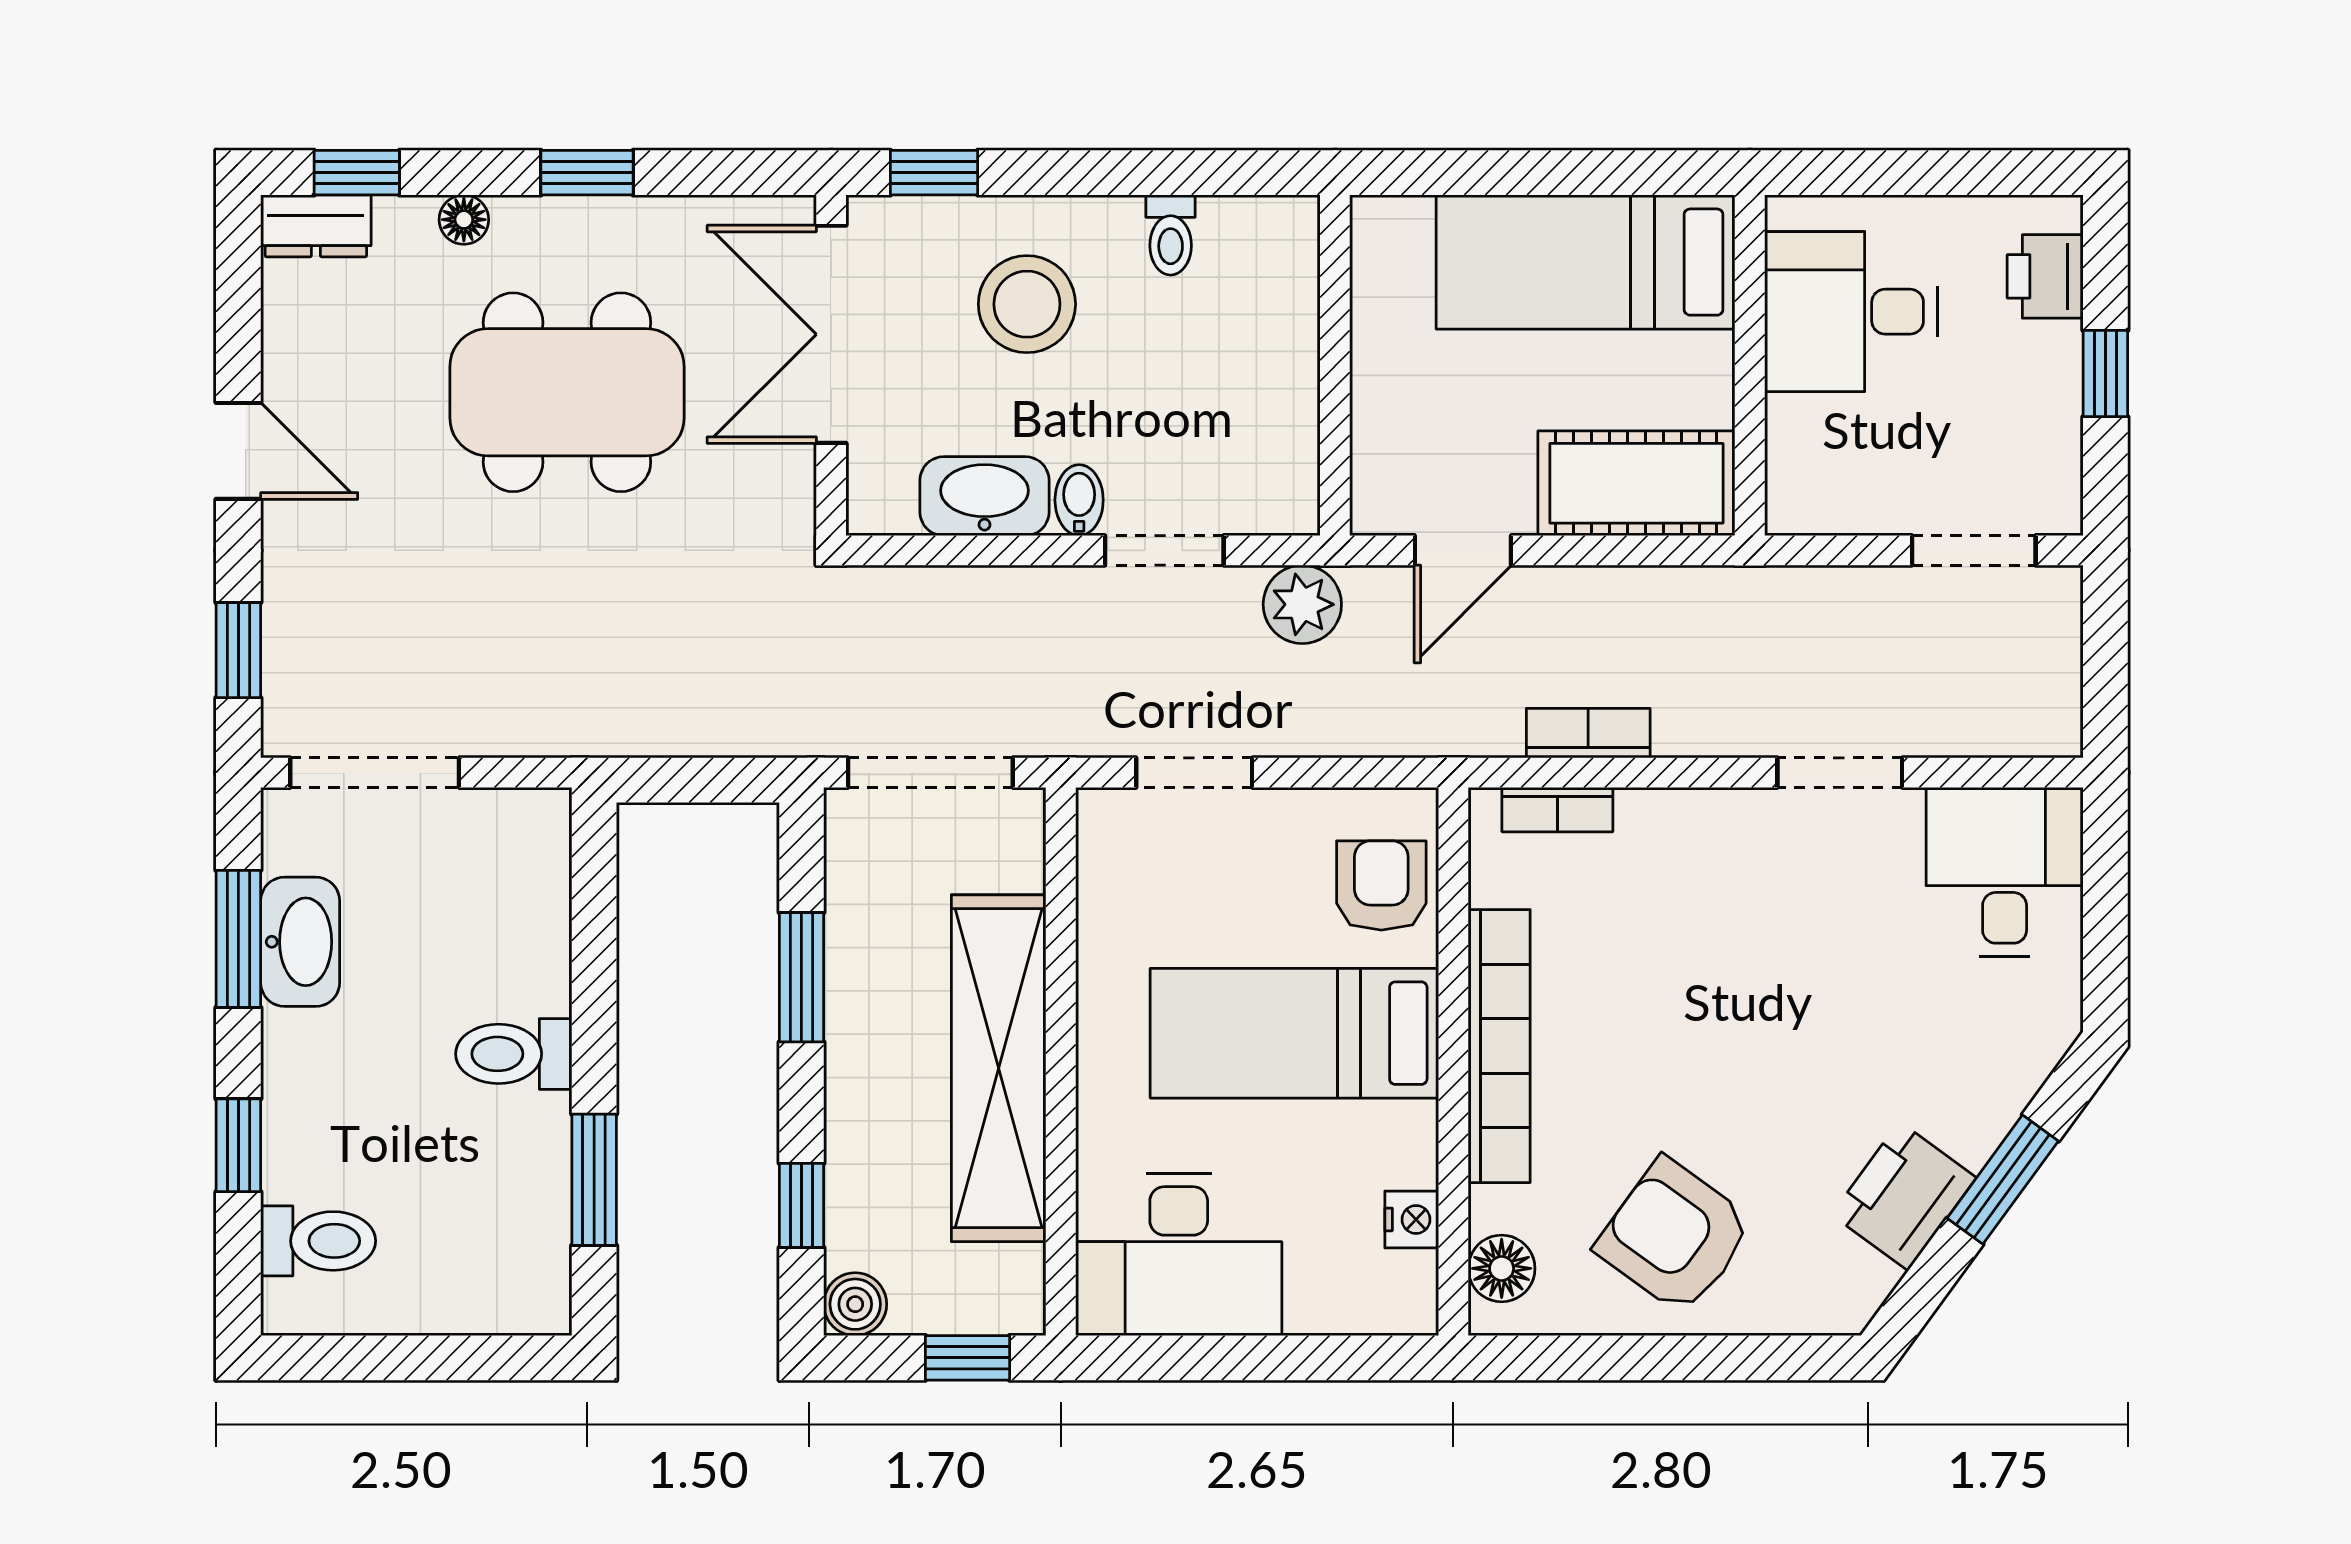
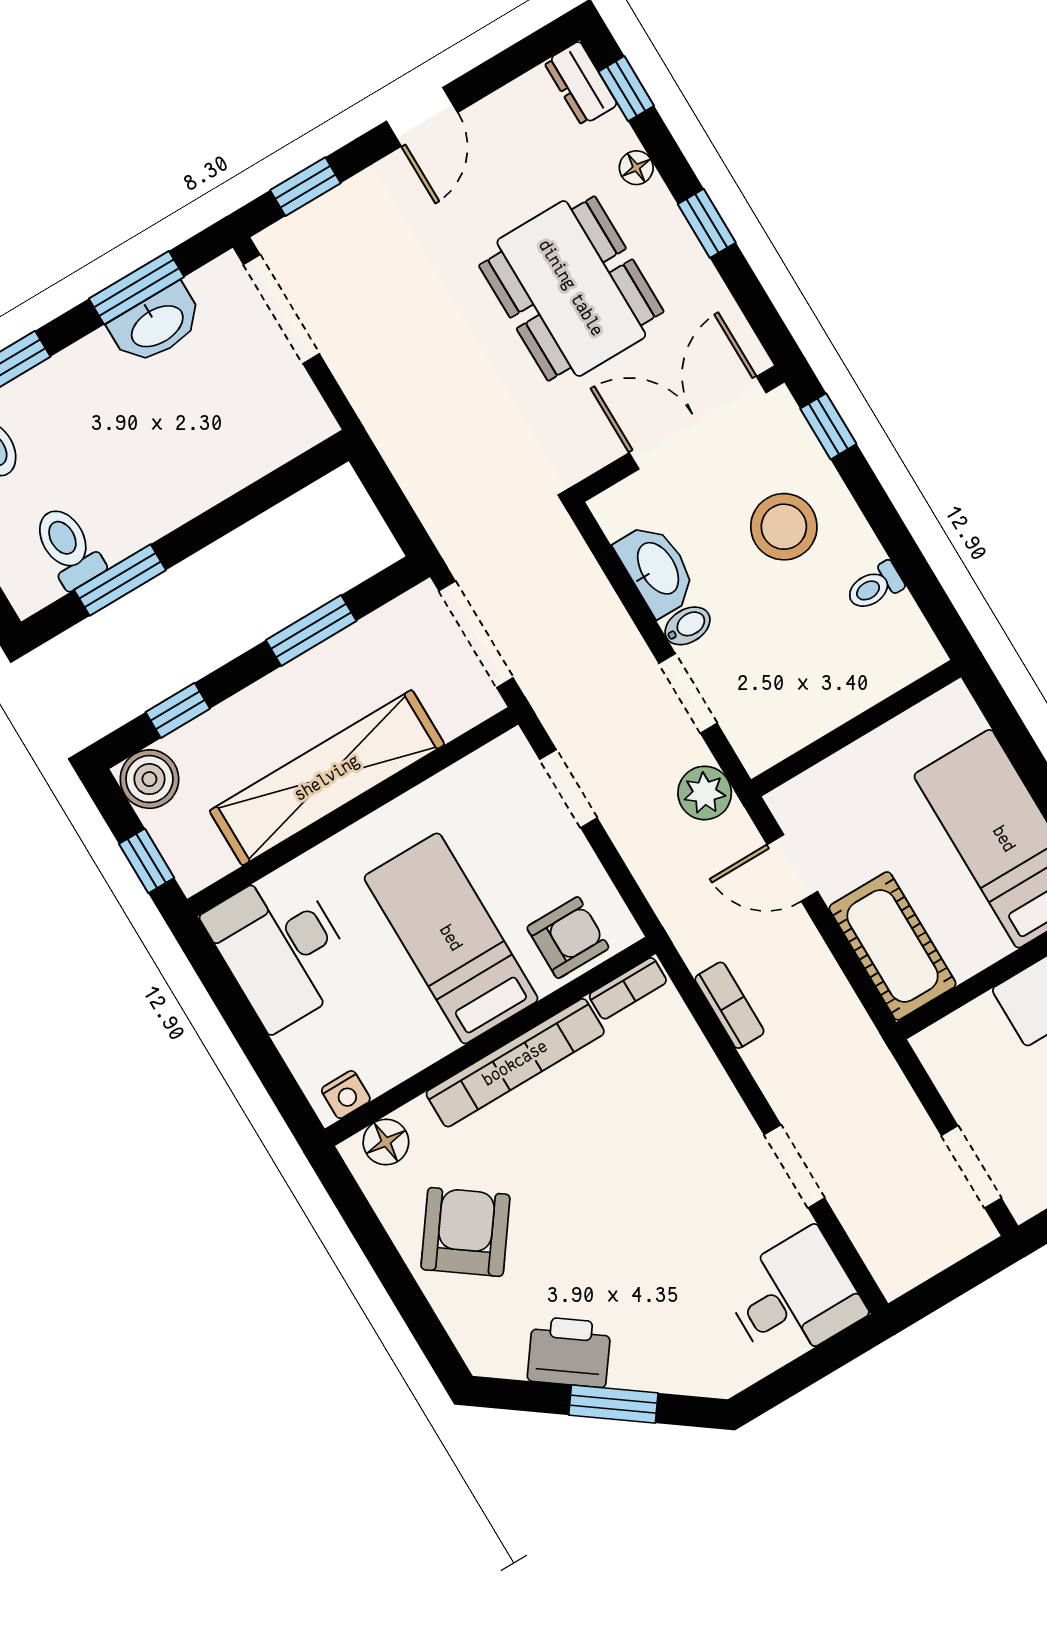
bookcase: (1557, 810) -> (628, 988), moved, turned -90
toilet: (514, 1054) -> (68, 547), moved
nightstand: (1412, 1219) -> (346, 1095), moved
boiler: (855, 1304) -> (149, 779), width x1.36, depth x1.36

